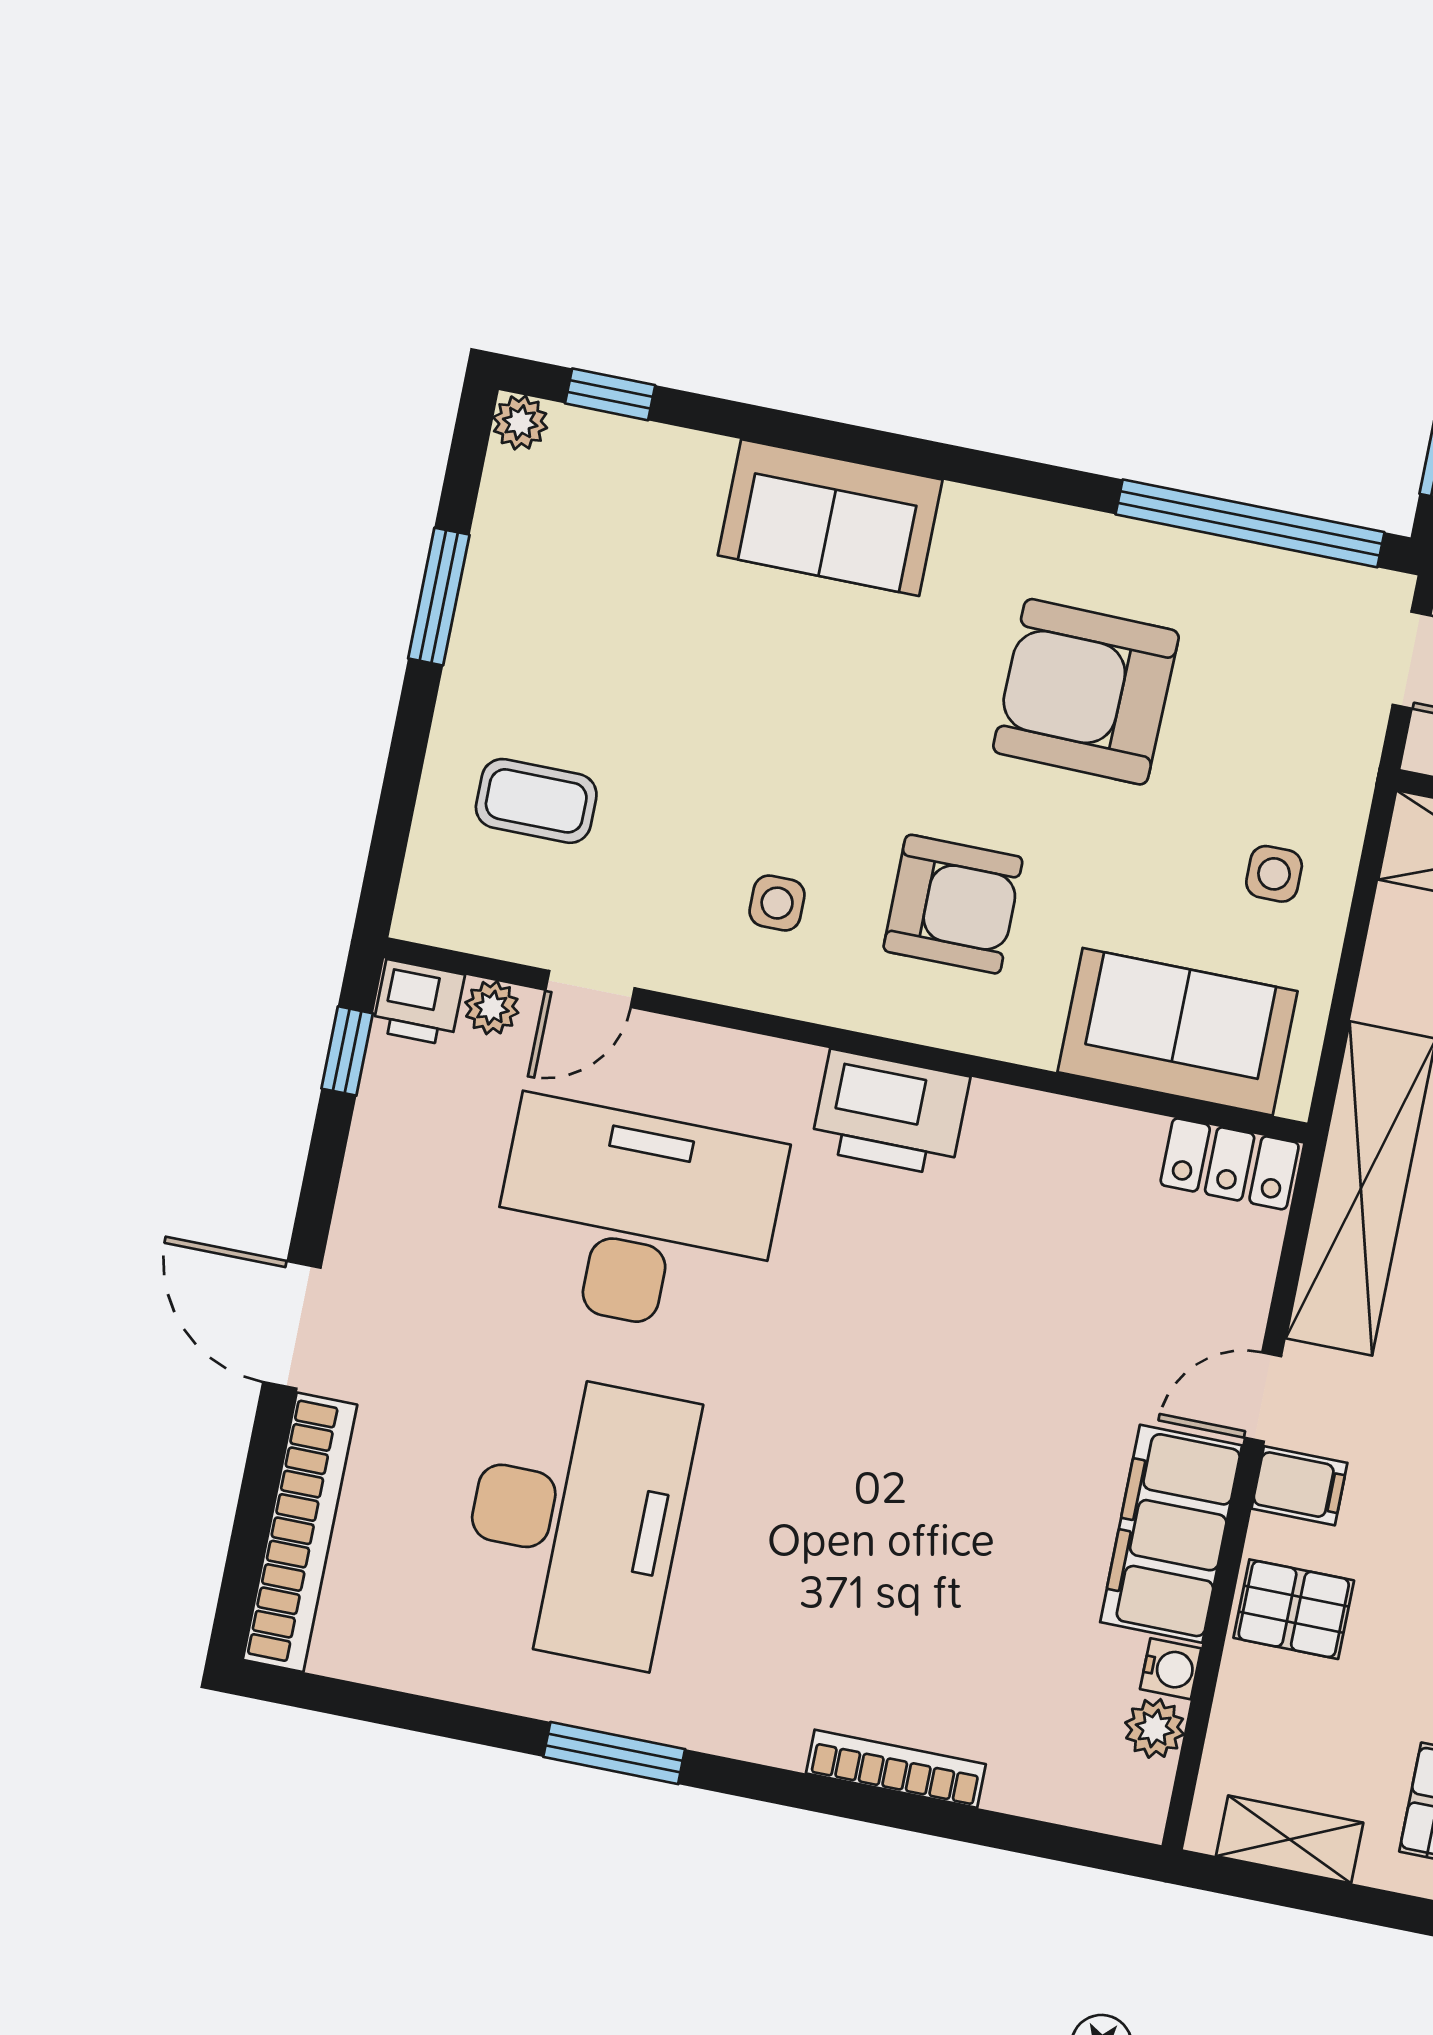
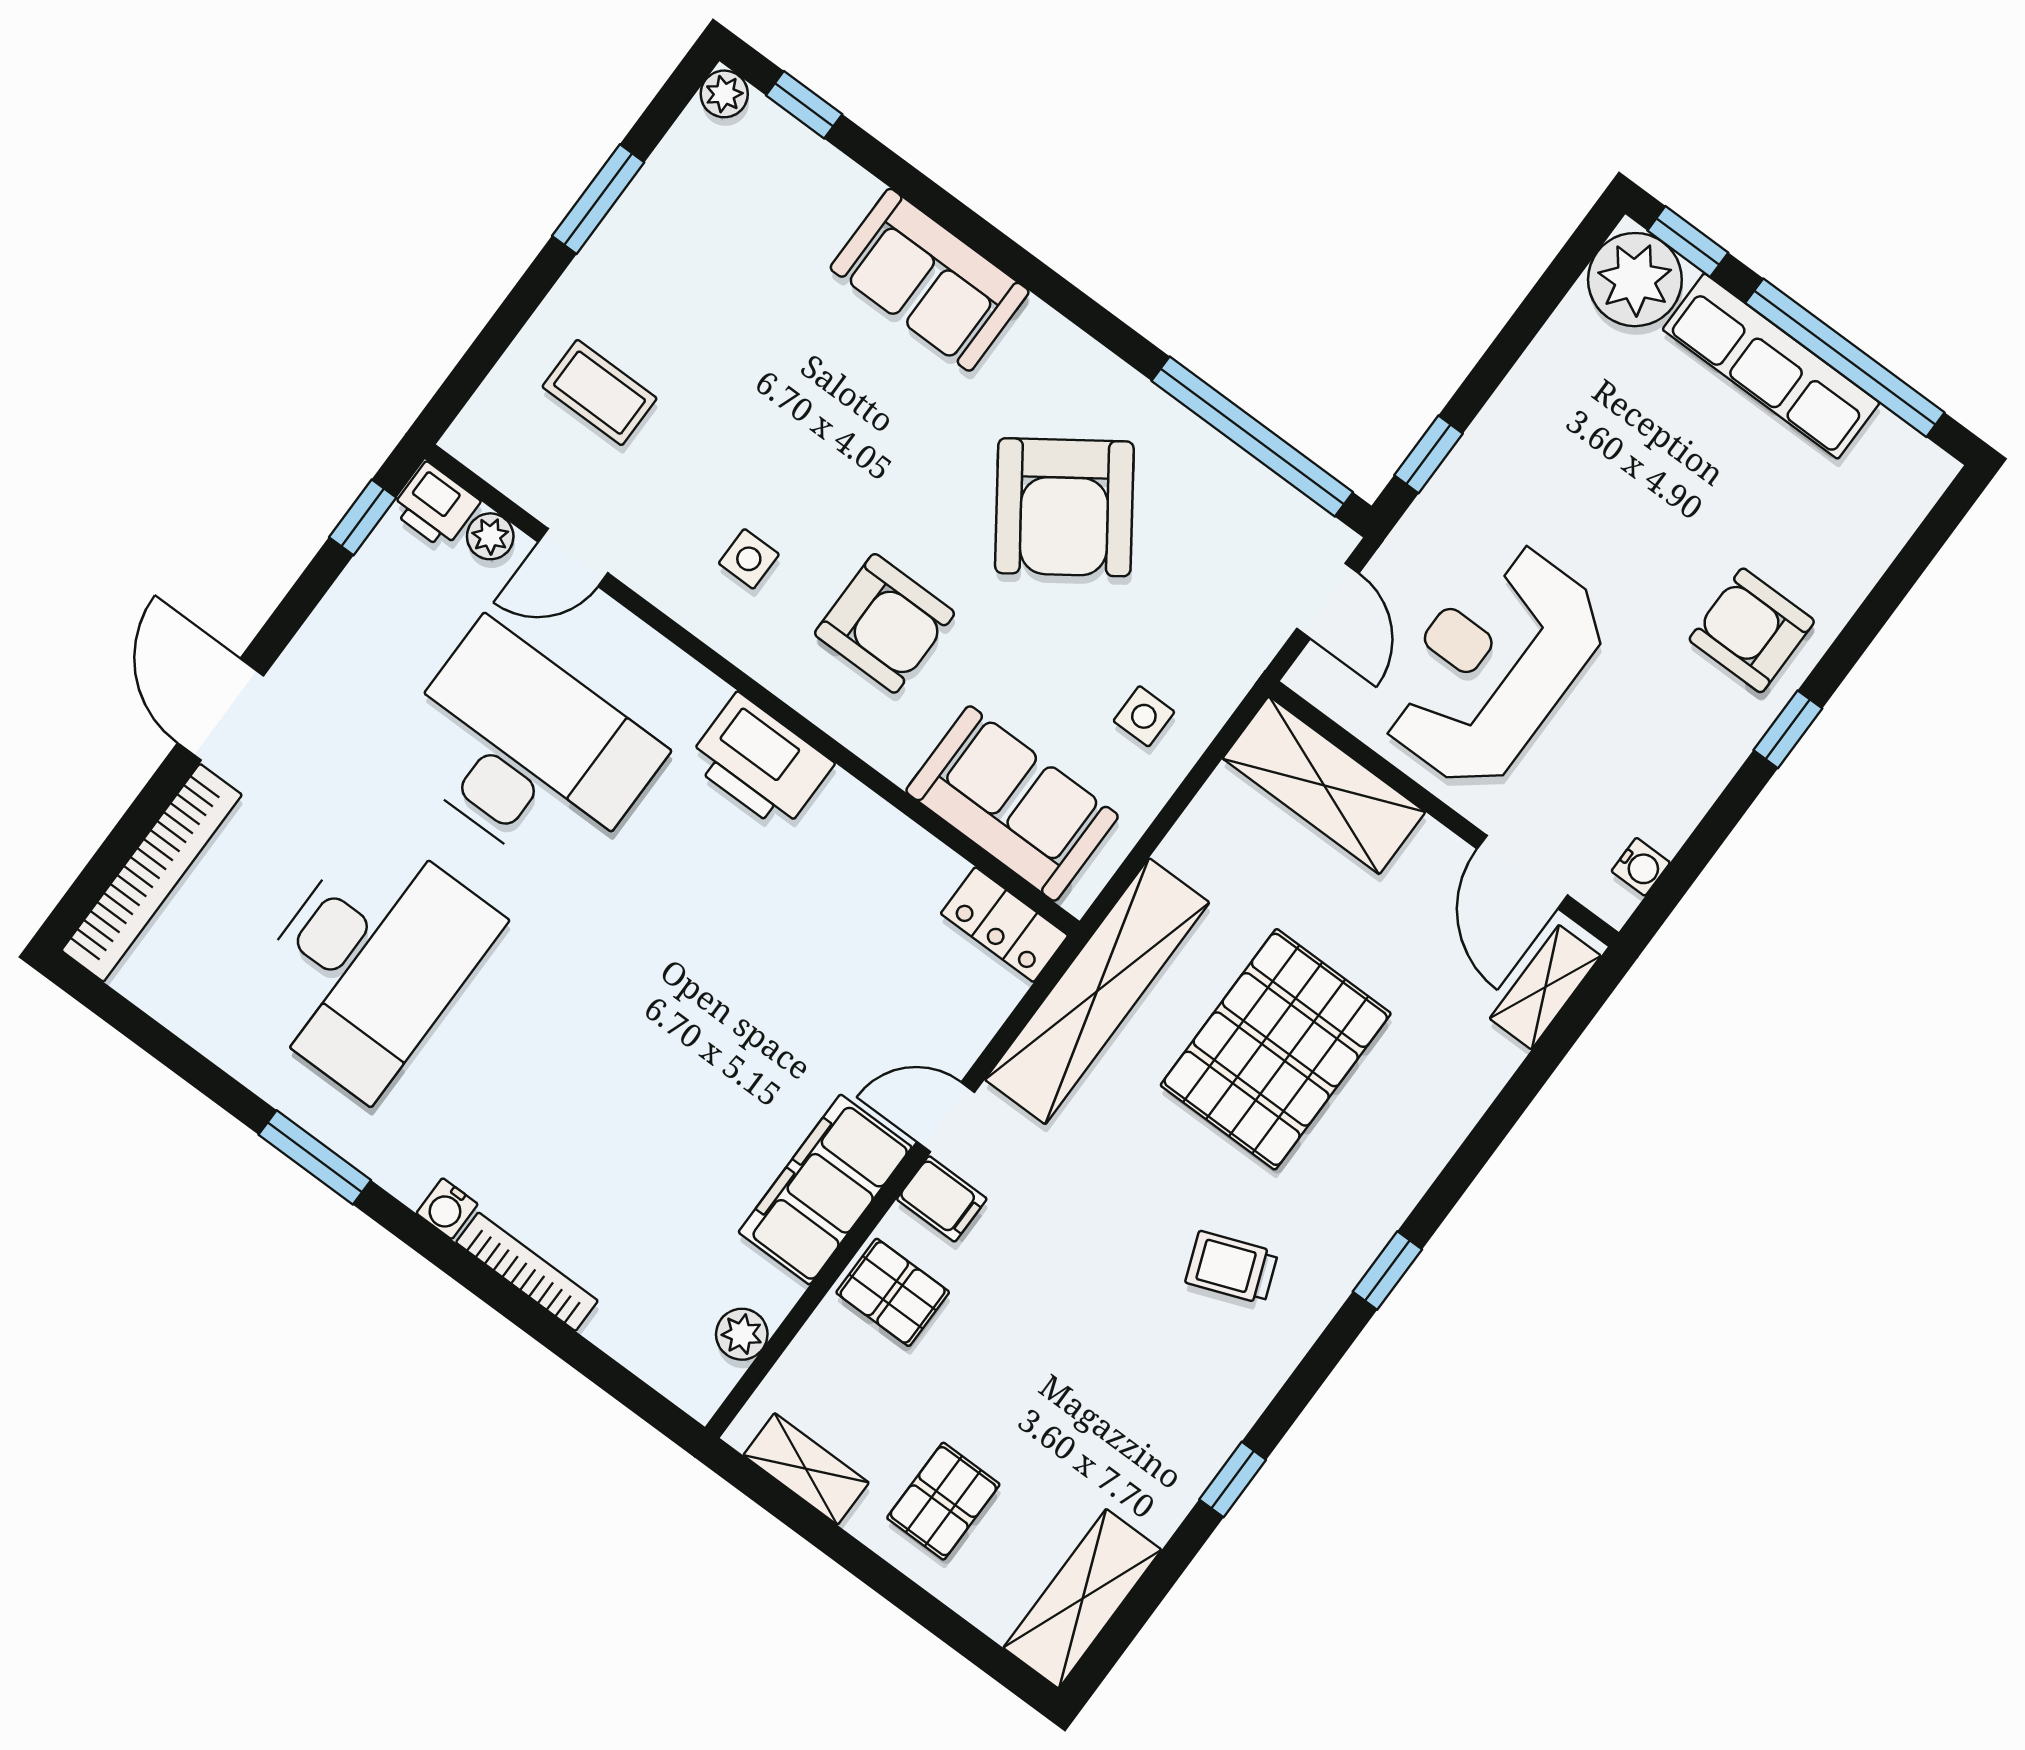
armchair: (1086, 692) -> (1064, 507), turned -126
water cooler: (1171, 1669) -> (447, 1209), moved, turned 90

